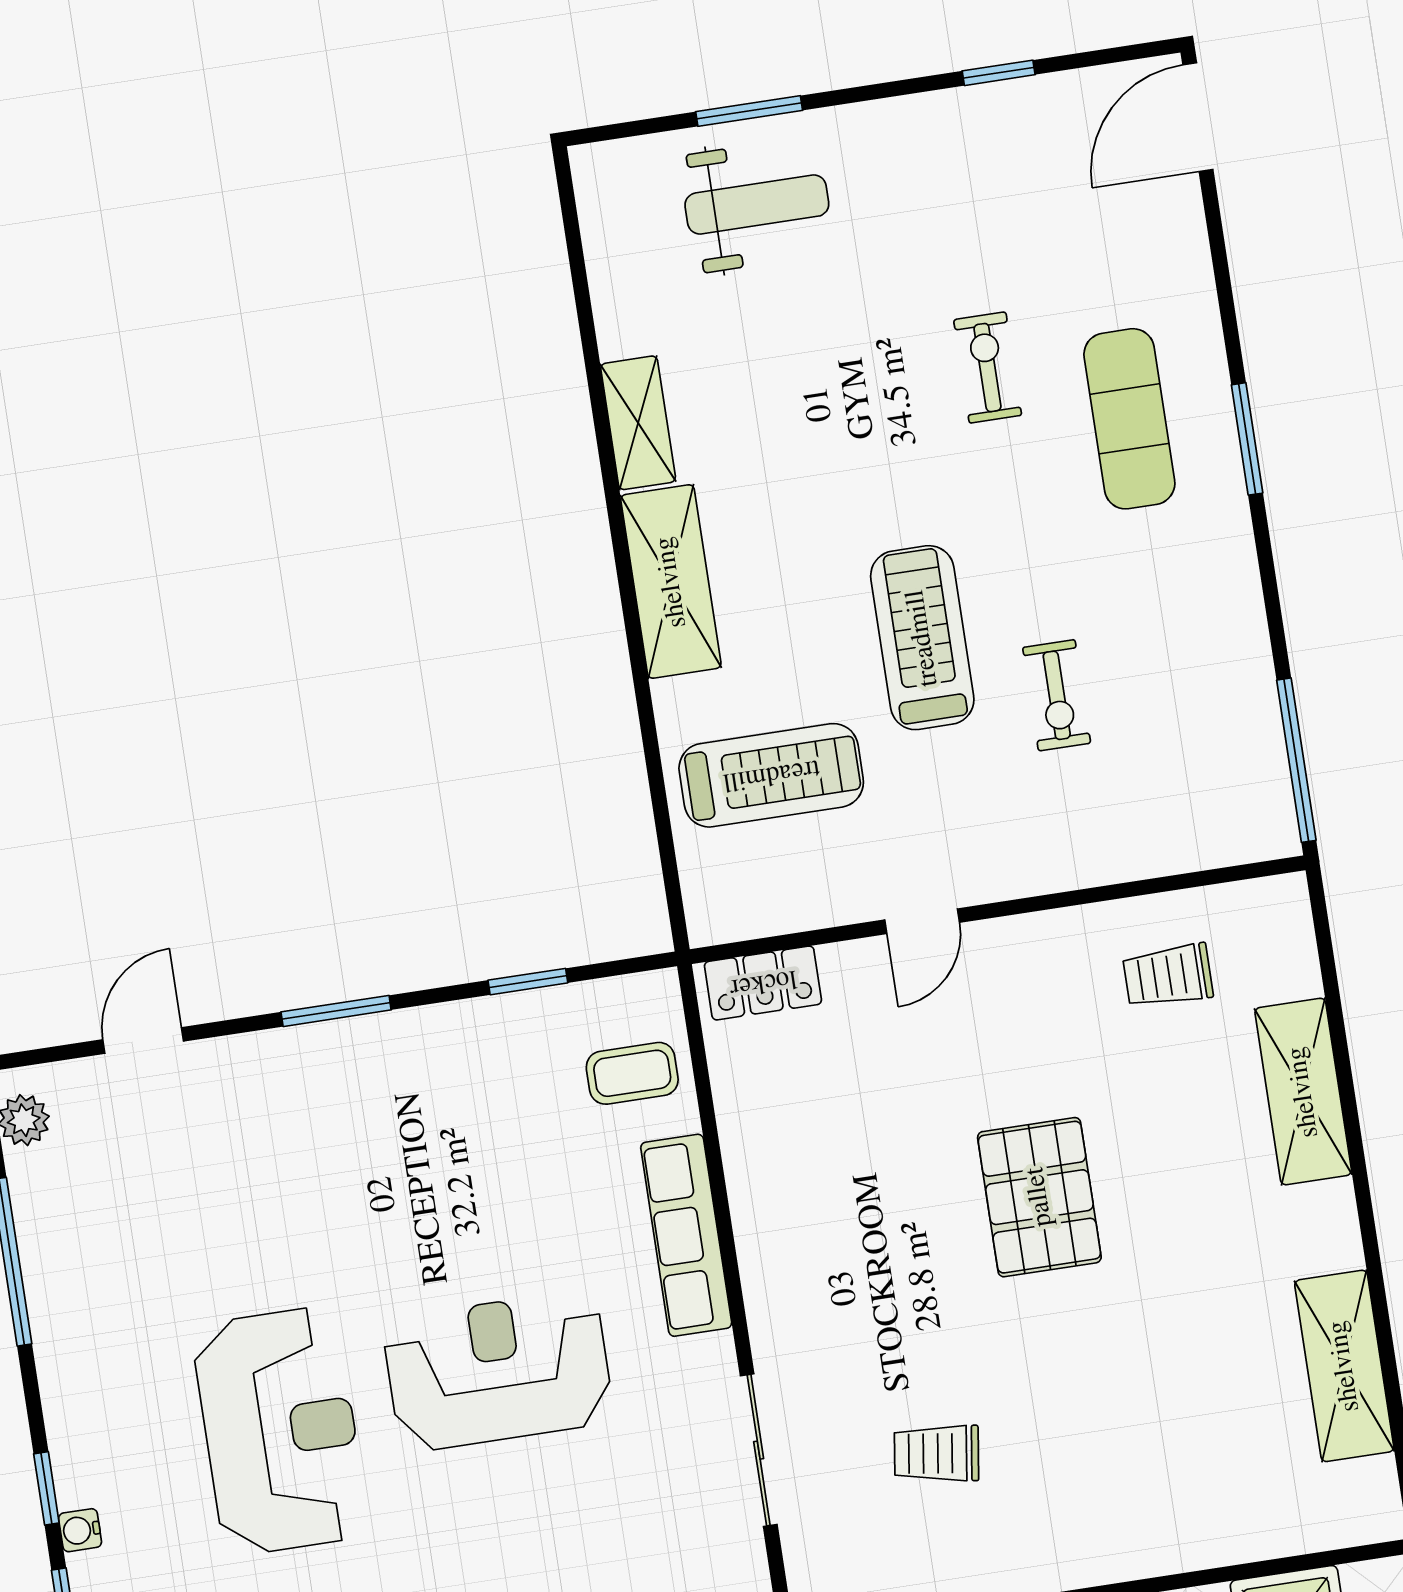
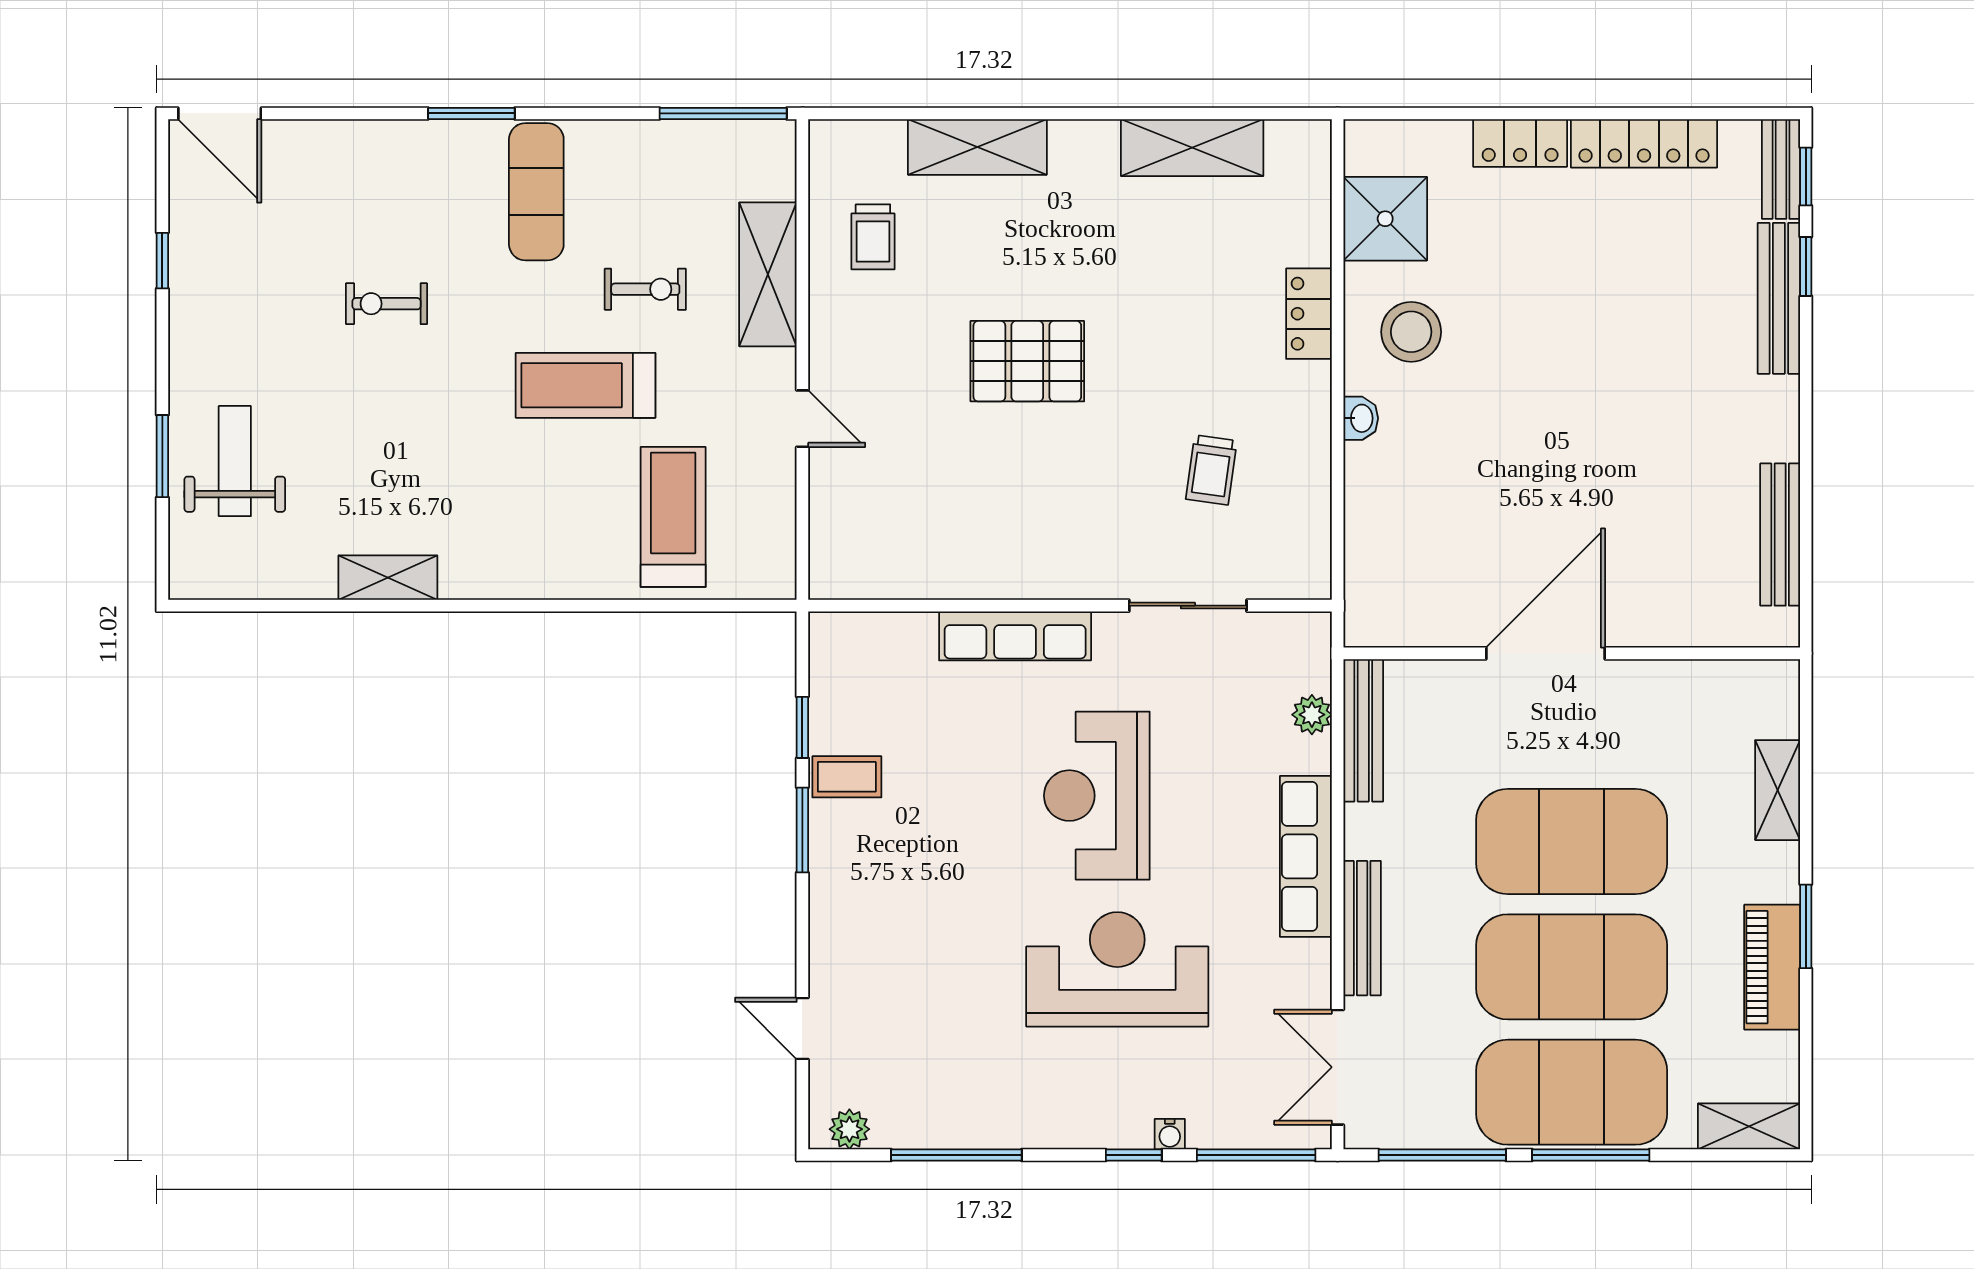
exercise mat: (1129, 419) -> (536, 192), moved, turned 90
shelving: (671, 582) -> (768, 274), moved, turned 90
locker: (763, 983) -> (1309, 314), moved, turned 180
window: (336, 1011) -> (802, 830), moved
coffee table: (632, 1073) -> (847, 777), moved, turned 90

